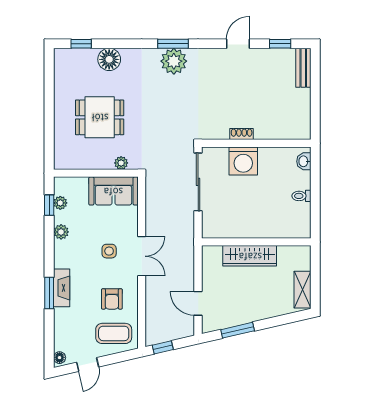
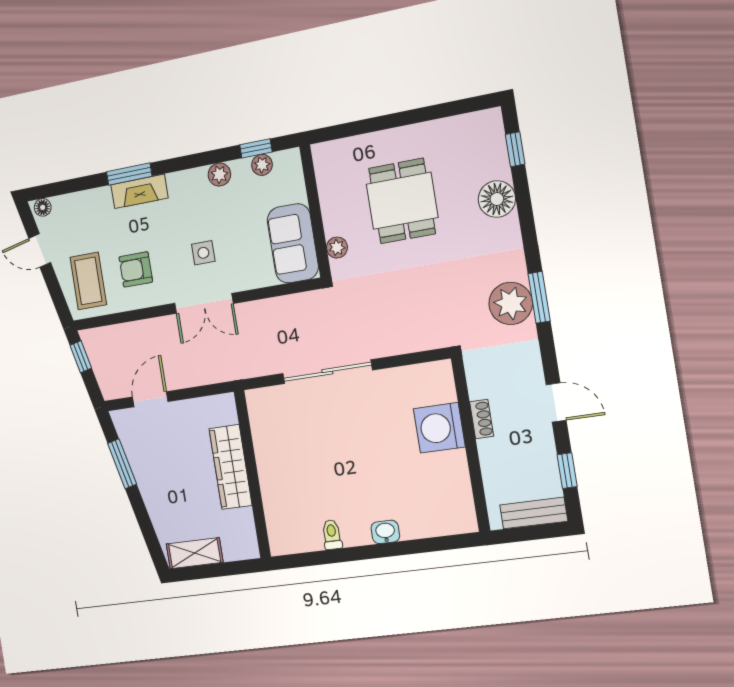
shoe rack: (242, 134) -> (482, 419), moved
wall: (256, 143) -> (471, 444), moved
washing machine: (243, 161) -> (439, 428), moved

